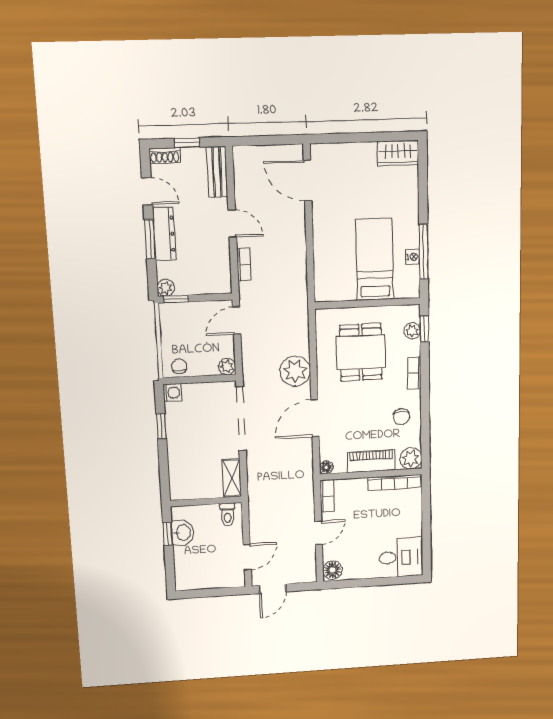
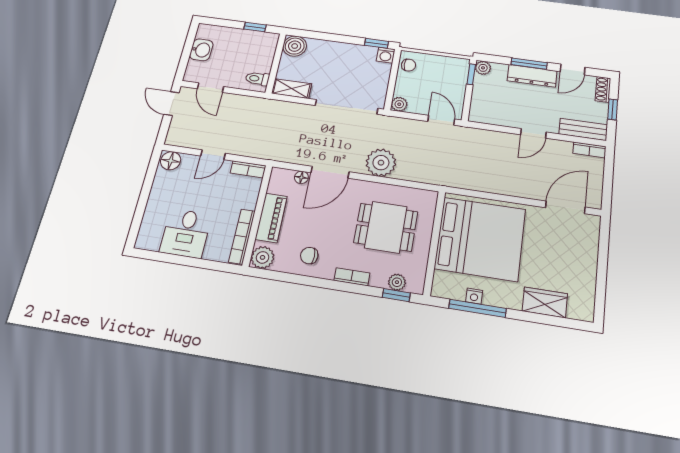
wardrobe: (398, 153) -> (545, 302), moved, turned 90
bed: (375, 259) -> (480, 239), width x2.04
bookcase: (244, 264) -> (589, 150), moved
door: (315, 418) -> (330, 172), swing flipped
window: (161, 426) -> (376, 43), moved
floor lamp: (326, 467) -> (301, 177), moved
boiler: (182, 488) -> (295, 46), added
washbasin: (183, 533) -> (201, 50), moved, turned -90
door: (319, 533) -> (213, 155), hinge flipped
desk: (401, 557) -> (186, 233), moved

